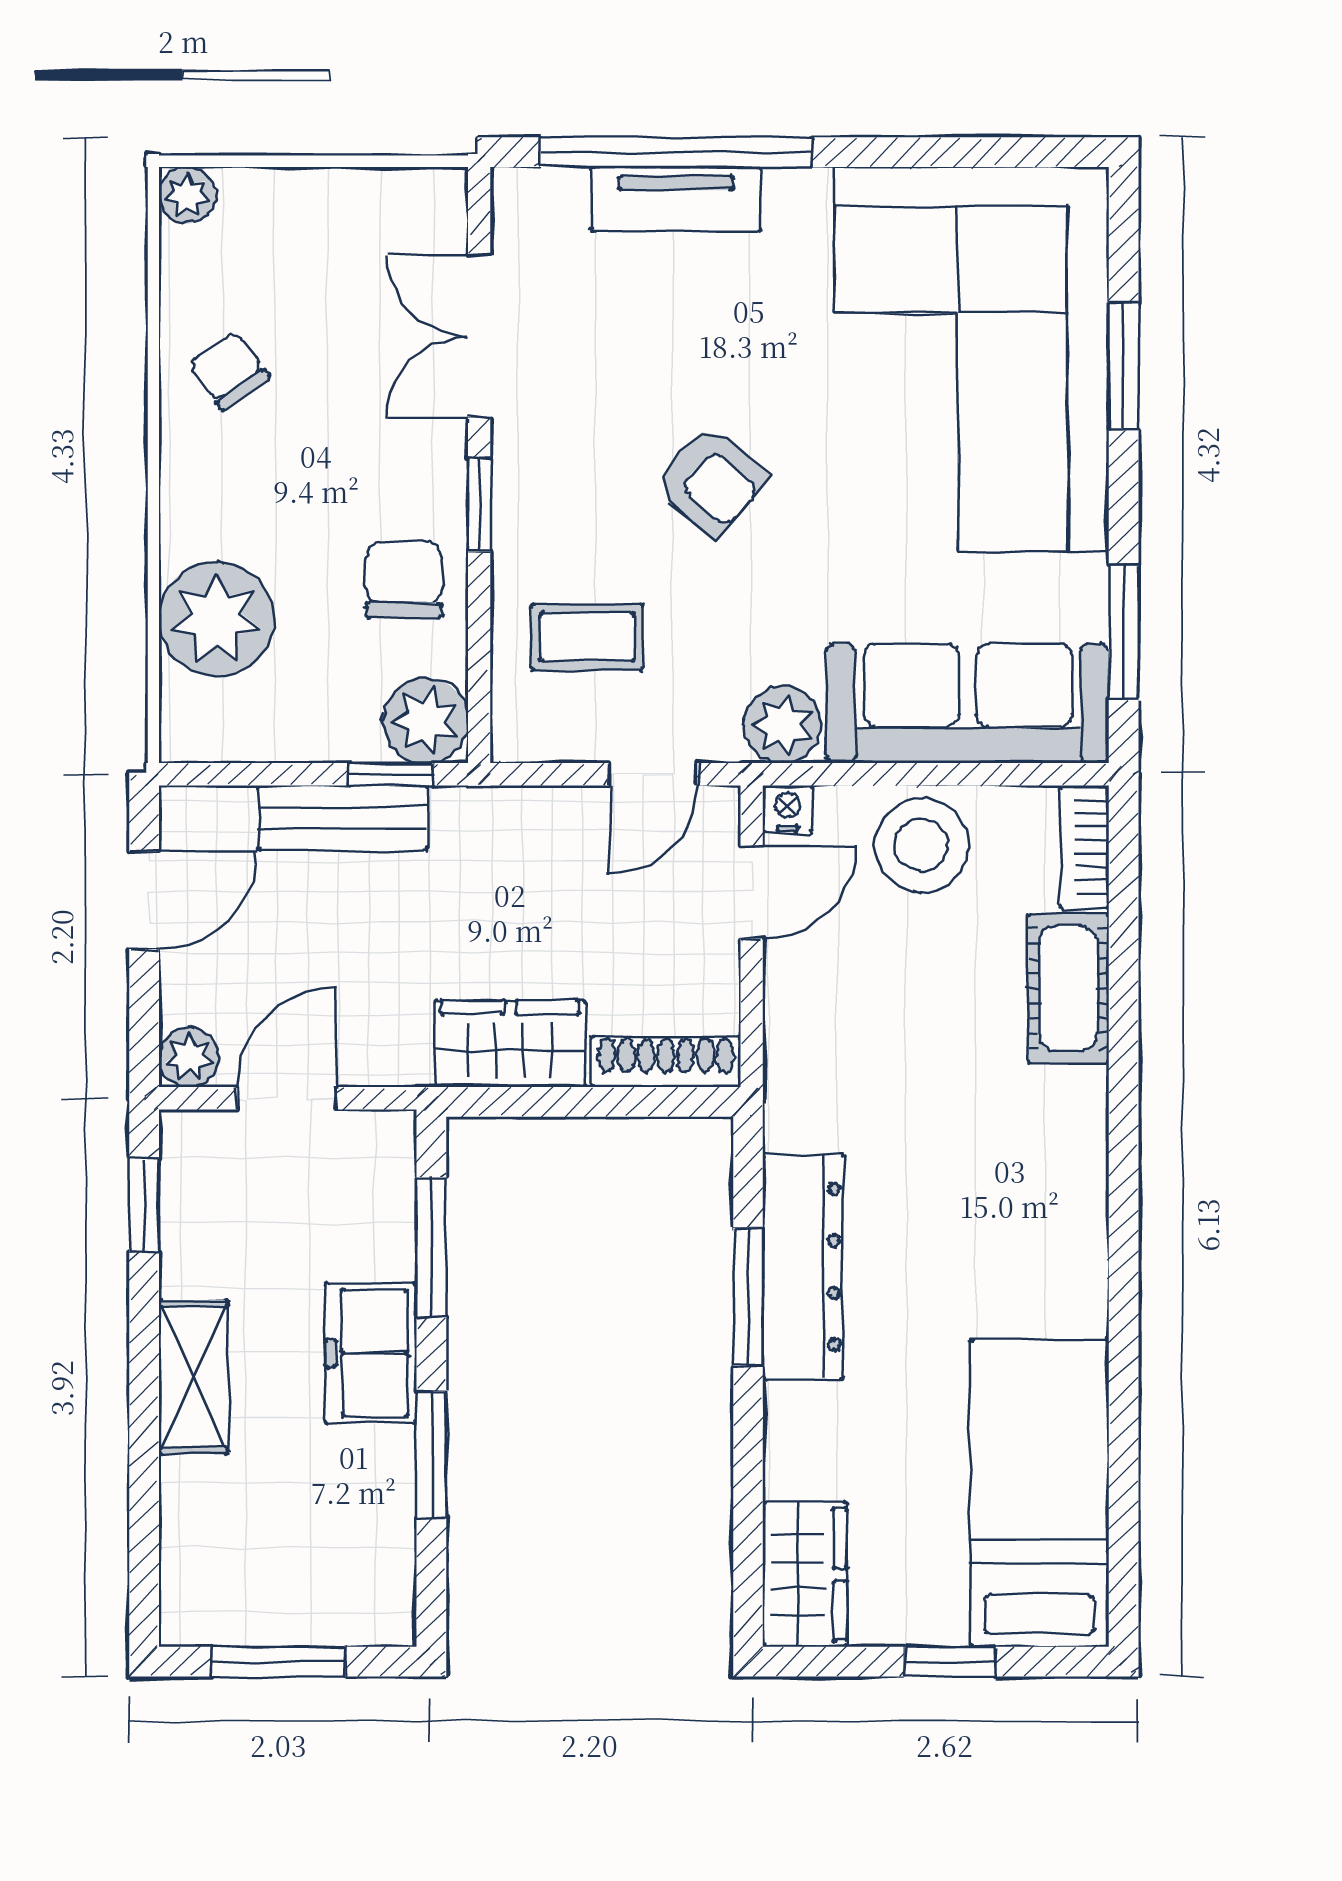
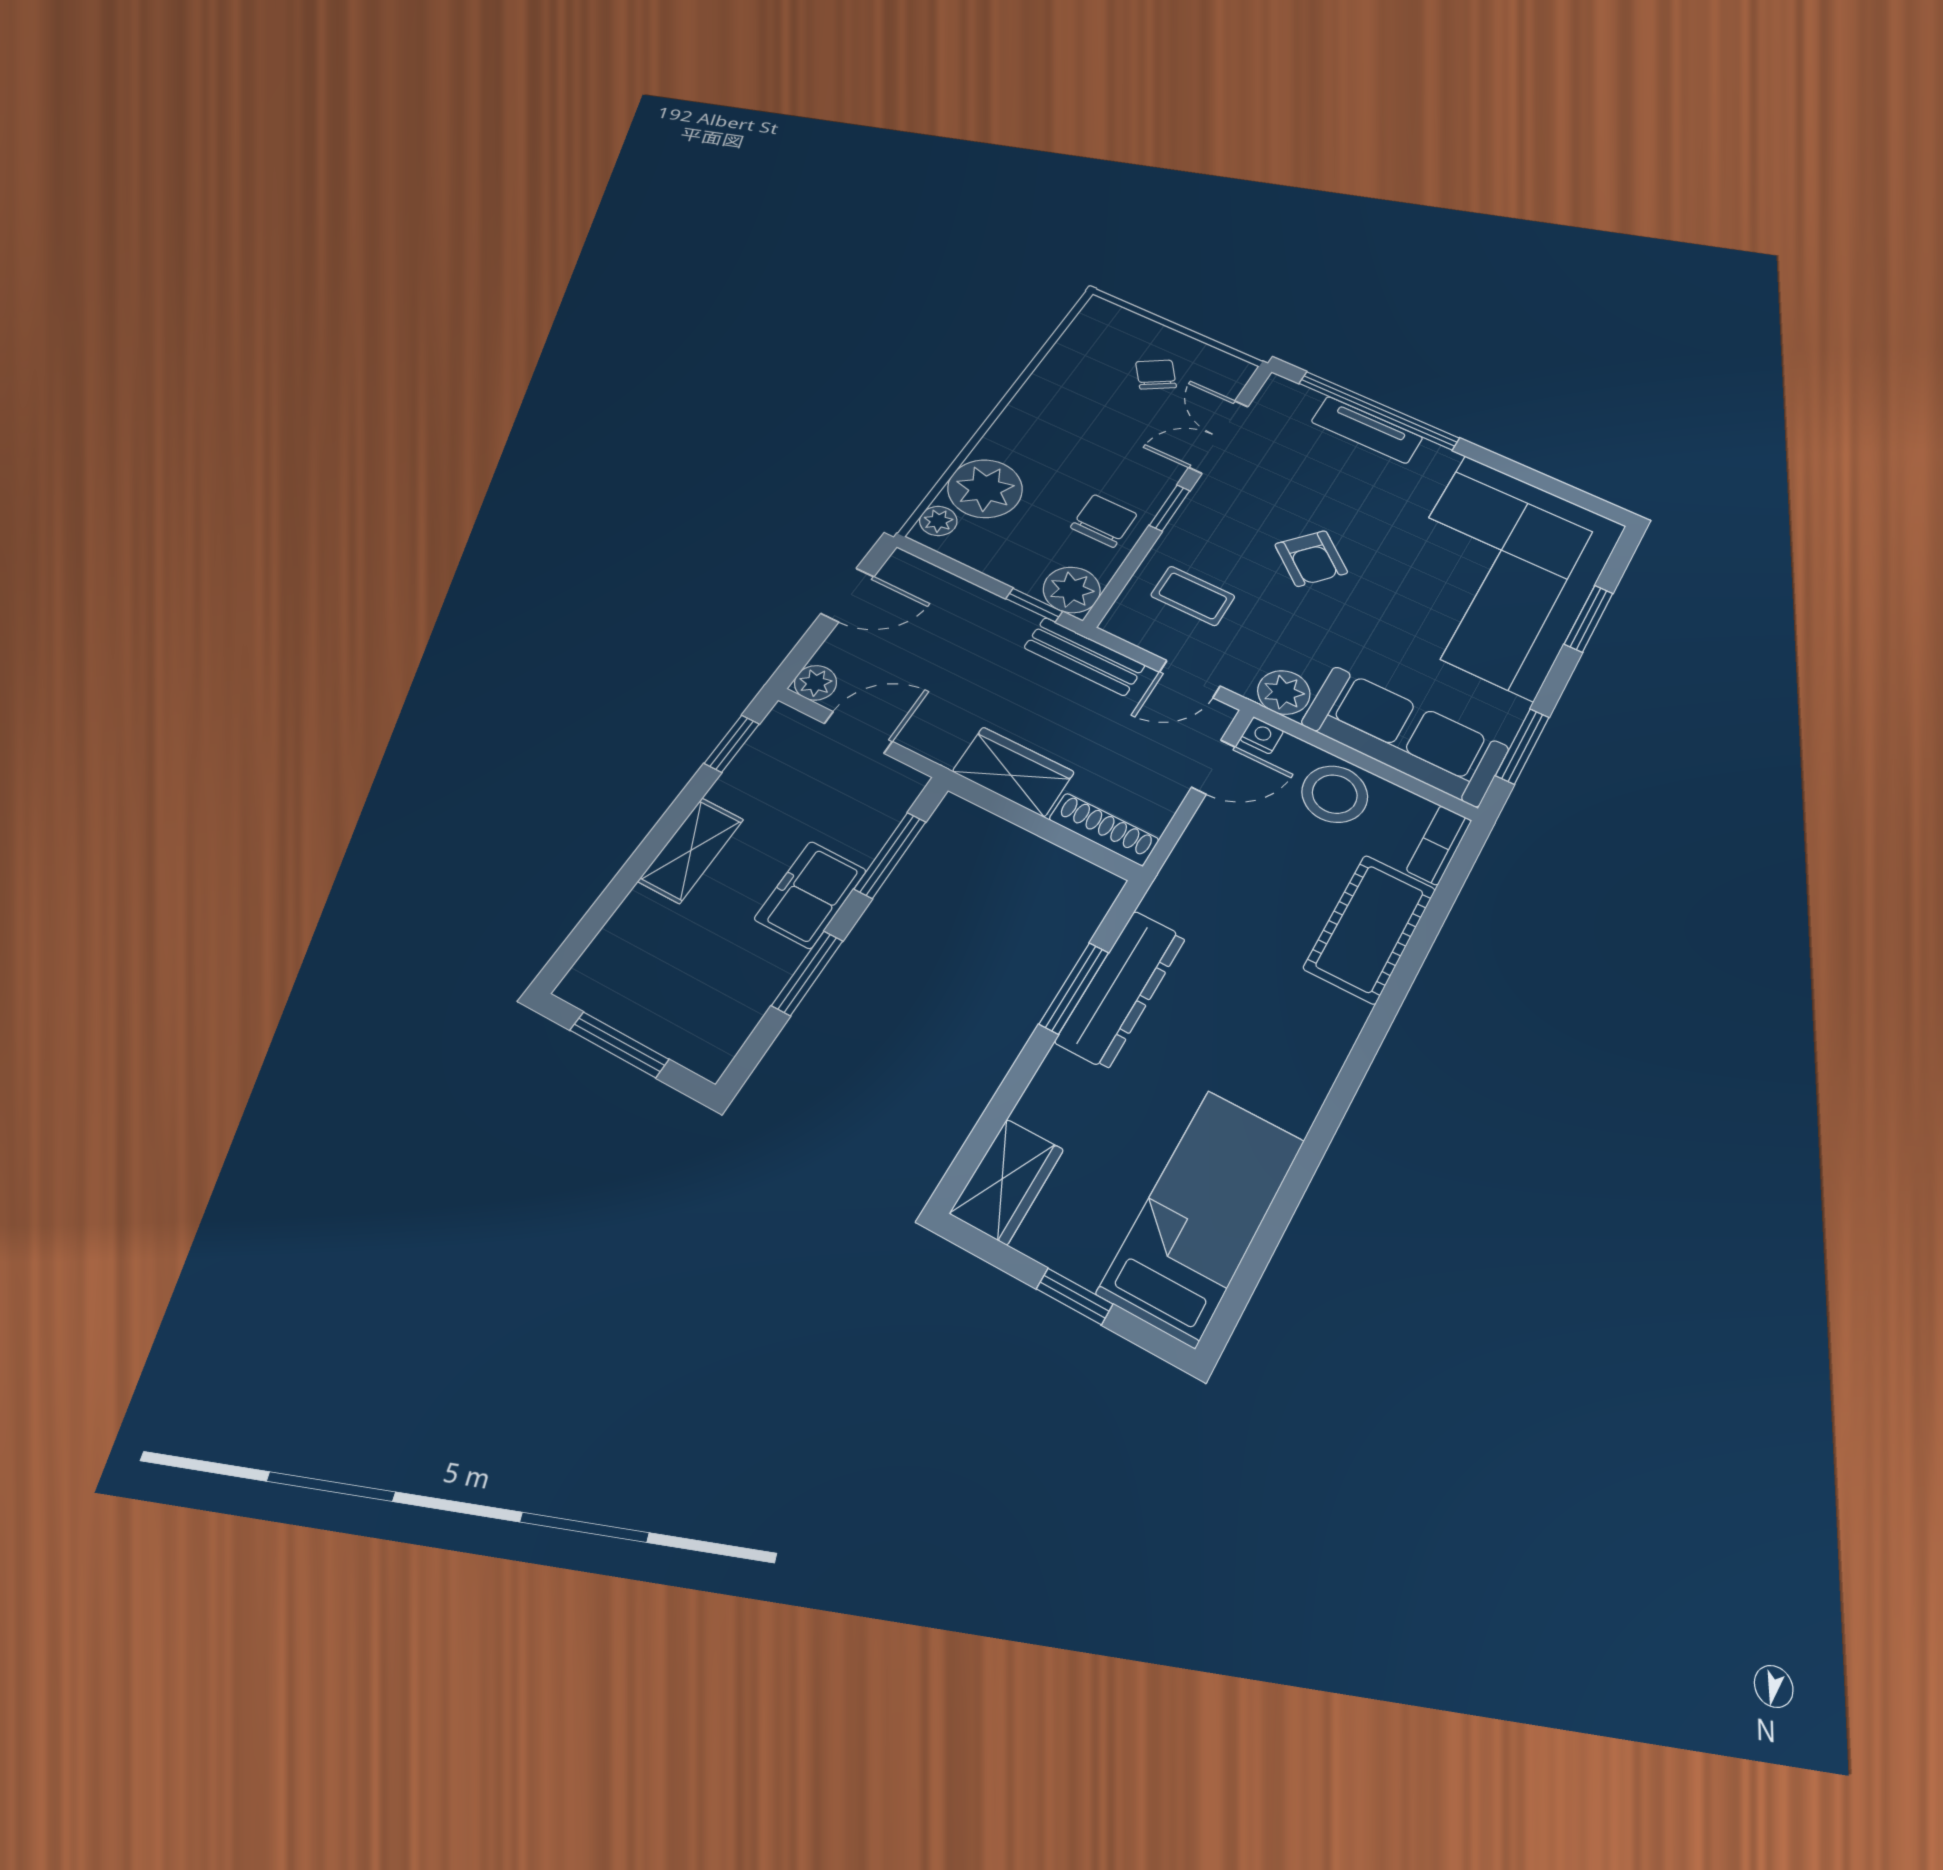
plant: (187, 195) -> (938, 521), moved
chair: (229, 370) -> (1156, 375), moved
bench: (343, 818) -> (1084, 656), moved
cot: (1068, 989) -> (1370, 929), width x1.37, depth x1.34

